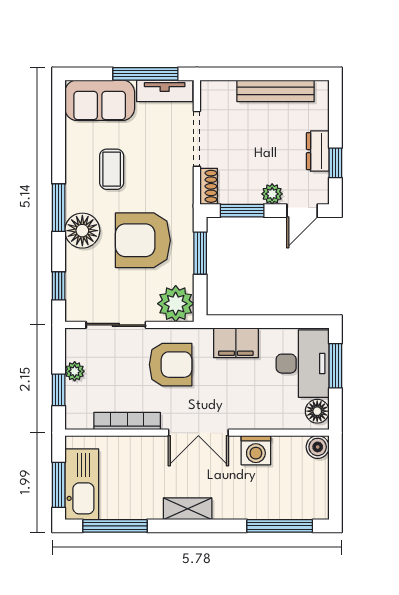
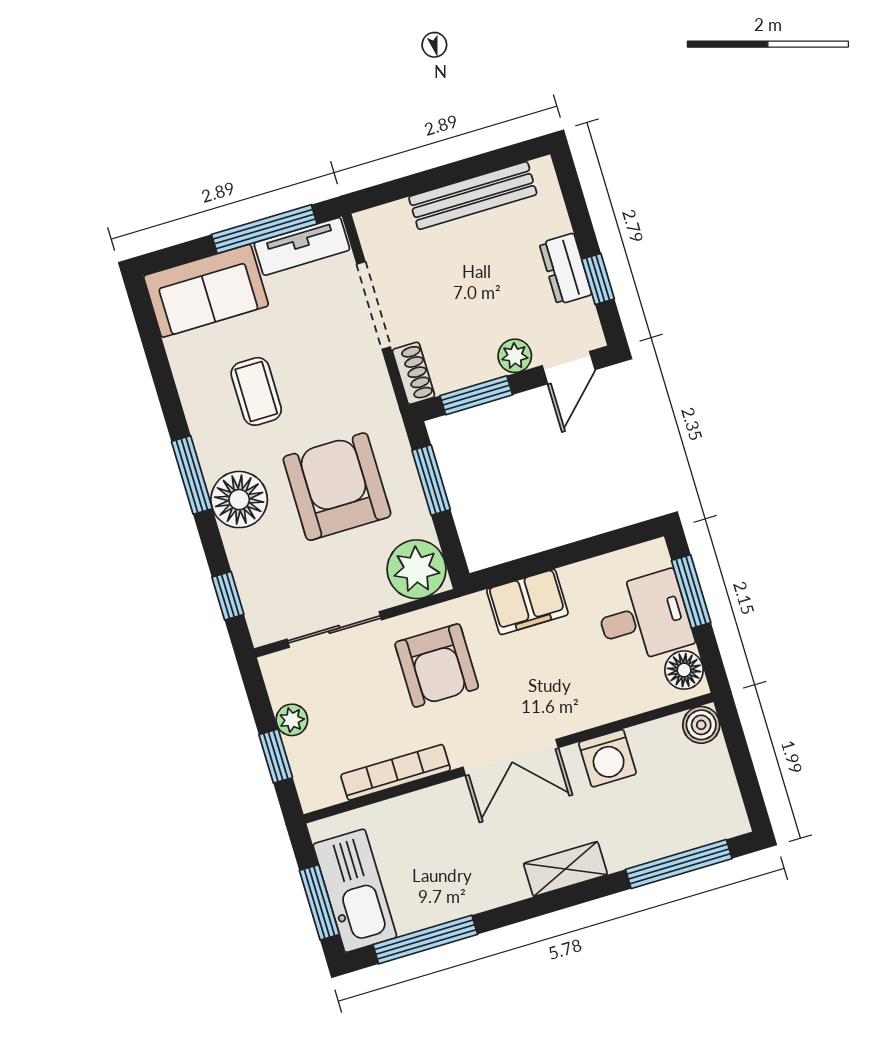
armchair: (143, 240) -> (337, 487), turned 90
desk: (303, 364) -> (644, 617), width x0.73
armchair: (171, 365) -> (437, 665), turned 90
shelving: (188, 509) -> (565, 869), moved

